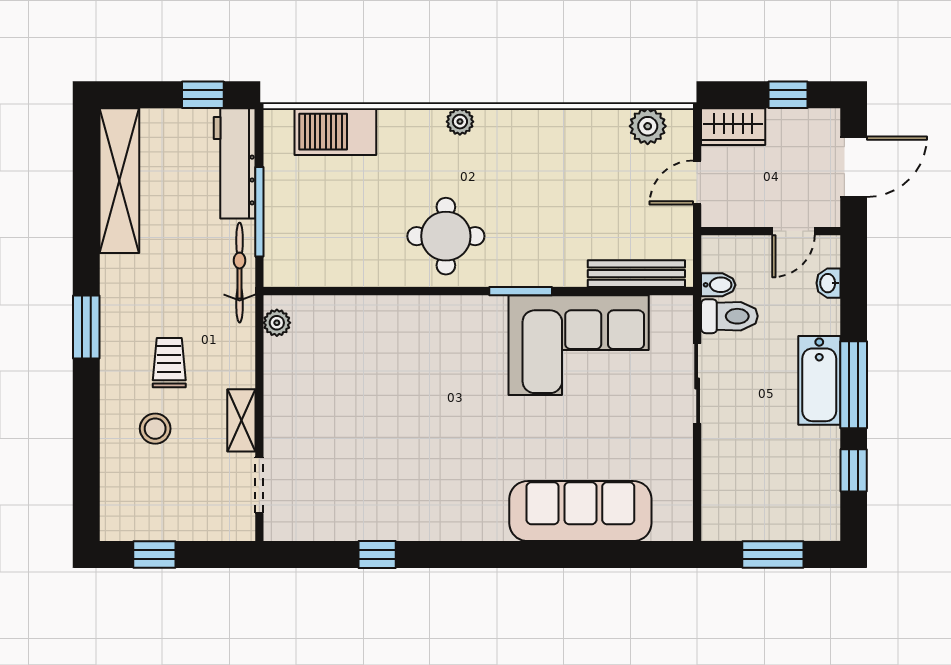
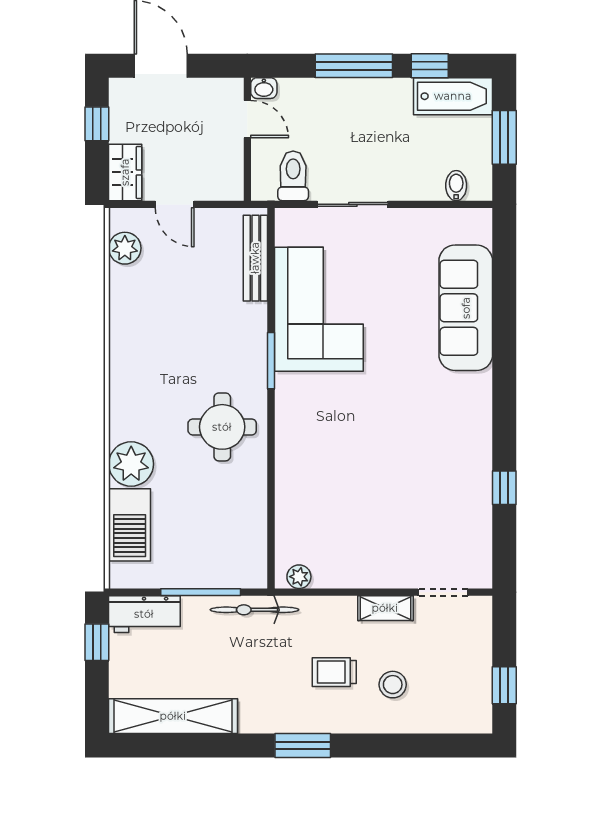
plant: (460, 122) -> (131, 464), moved, width x1.88, depth x1.88
workbench: (235, 163) -> (144, 614), width x0.73
wall: (771, 231) -> (247, 139), moved
door: (793, 231) -> (247, 119), moved
bidet: (718, 285) -> (456, 186), moved
bathtub: (819, 380) -> (453, 96), moved

